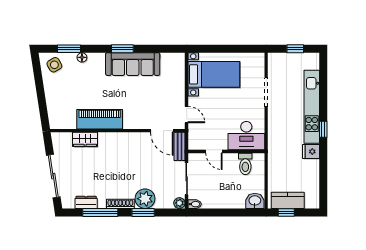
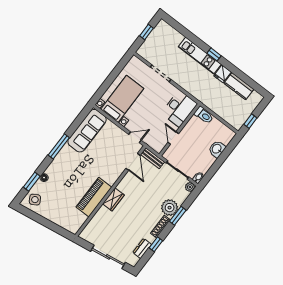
window: (122, 49) -> (59, 146), width x1.44
sofa: (133, 64) -> (87, 131), moved
kitchen unit: (312, 107) -> (200, 56), width x0.73
door: (162, 131) -> (133, 162), hinge flipped
wardrobe: (85, 139) -> (113, 199), moved
door: (214, 151) -> (173, 138), swing flipped
toilet: (245, 164) -> (204, 115), moved
kitchen counter: (288, 200) -> (239, 86), moved, turned -90
washbasin: (255, 201) -> (217, 149), moved
window: (100, 212) -> (156, 244), width x0.46

